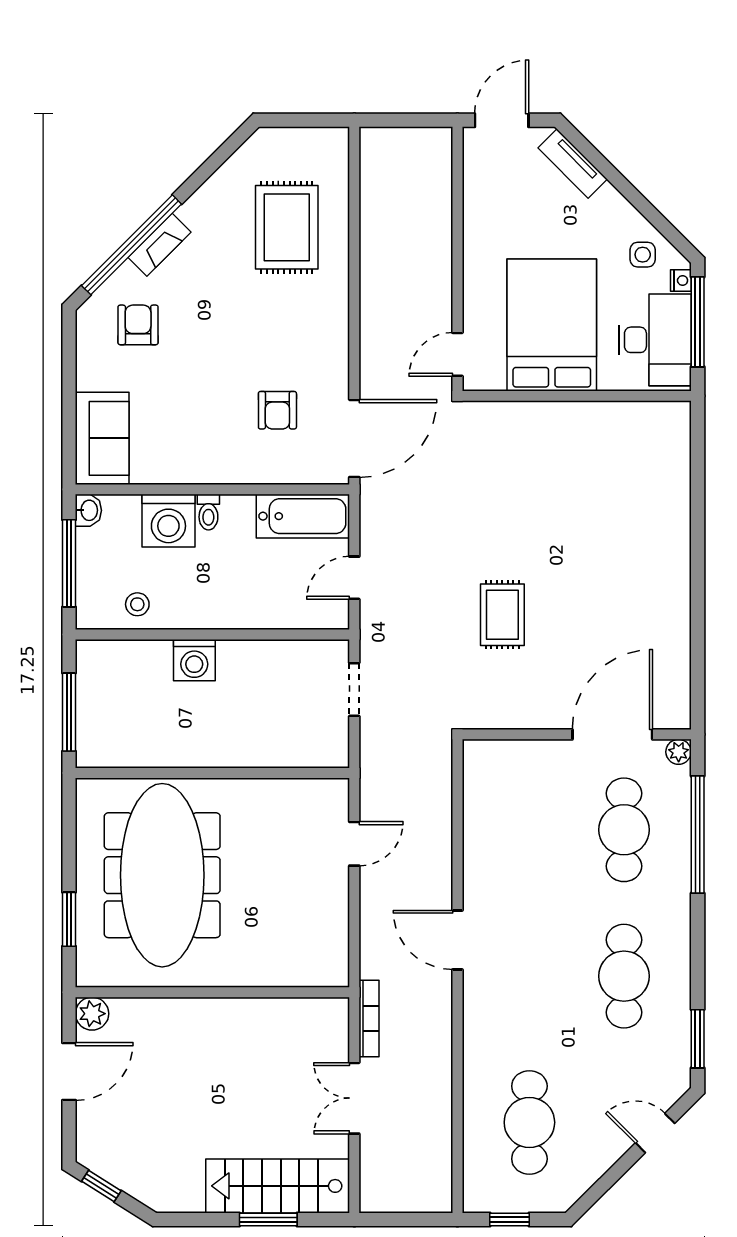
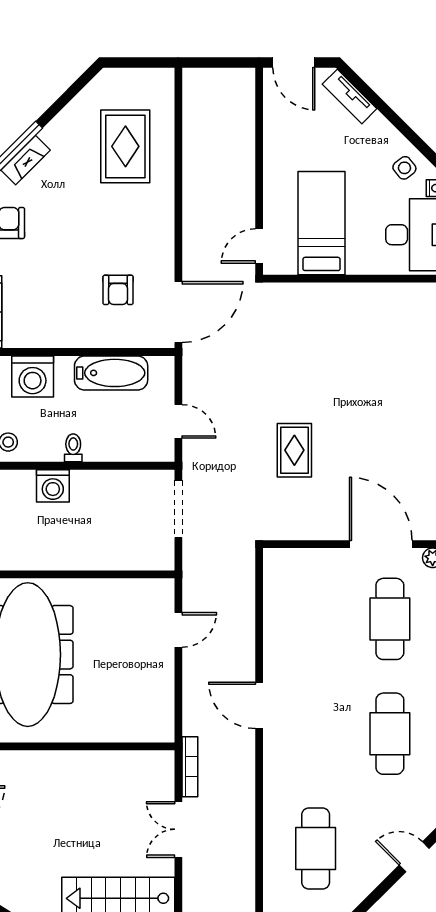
door: (502, 120) -> (294, 62), swing flipped
side table: (643, 255) -> (404, 168), turned -38
bed: (552, 325) -> (322, 223), width x0.67
toilet: (208, 512) -> (73, 448), moved, turned 180
bathtub: (303, 516) -> (111, 373), moved
door: (354, 578) -> (178, 421), swing flipped
doorway: (354, 689) -> (178, 509), width x1.38
door: (612, 734) -> (381, 544), hinge flipped

